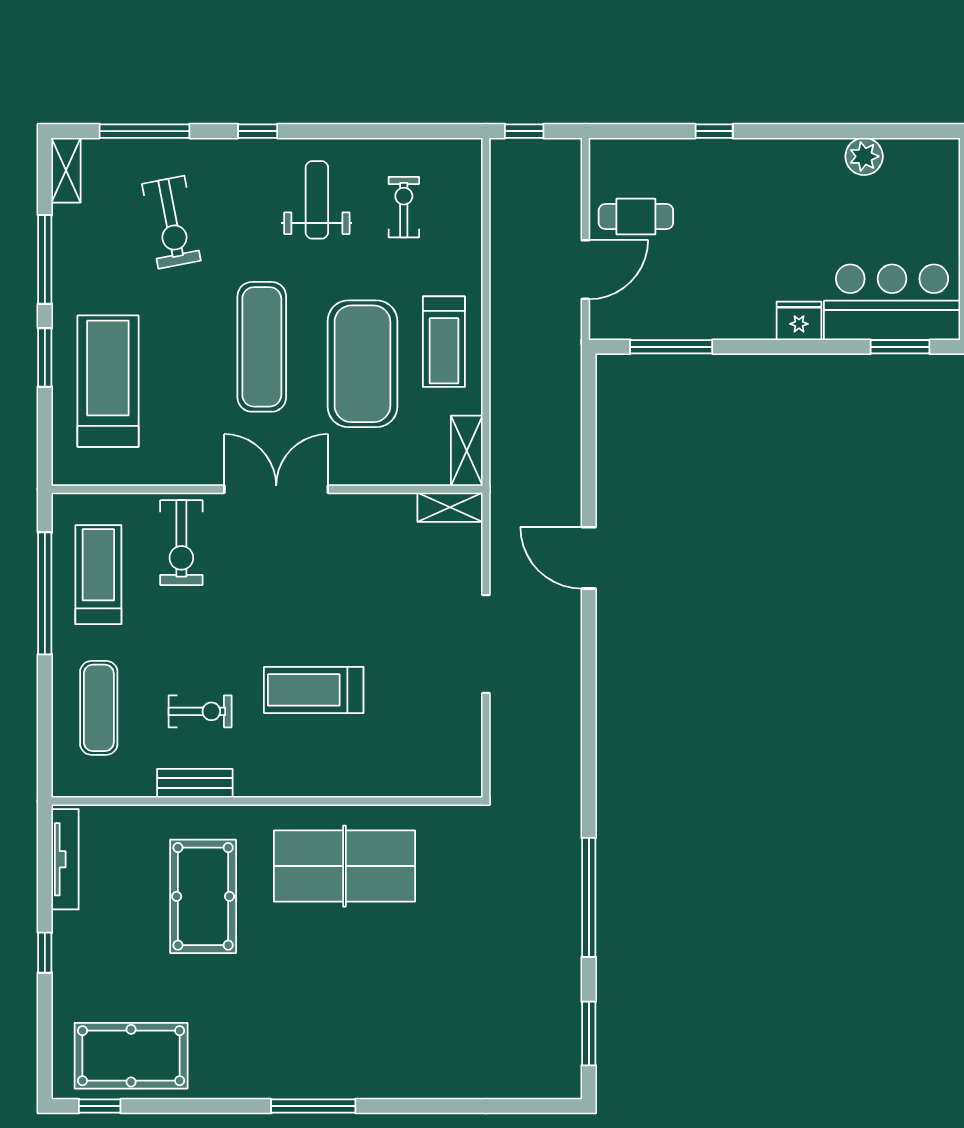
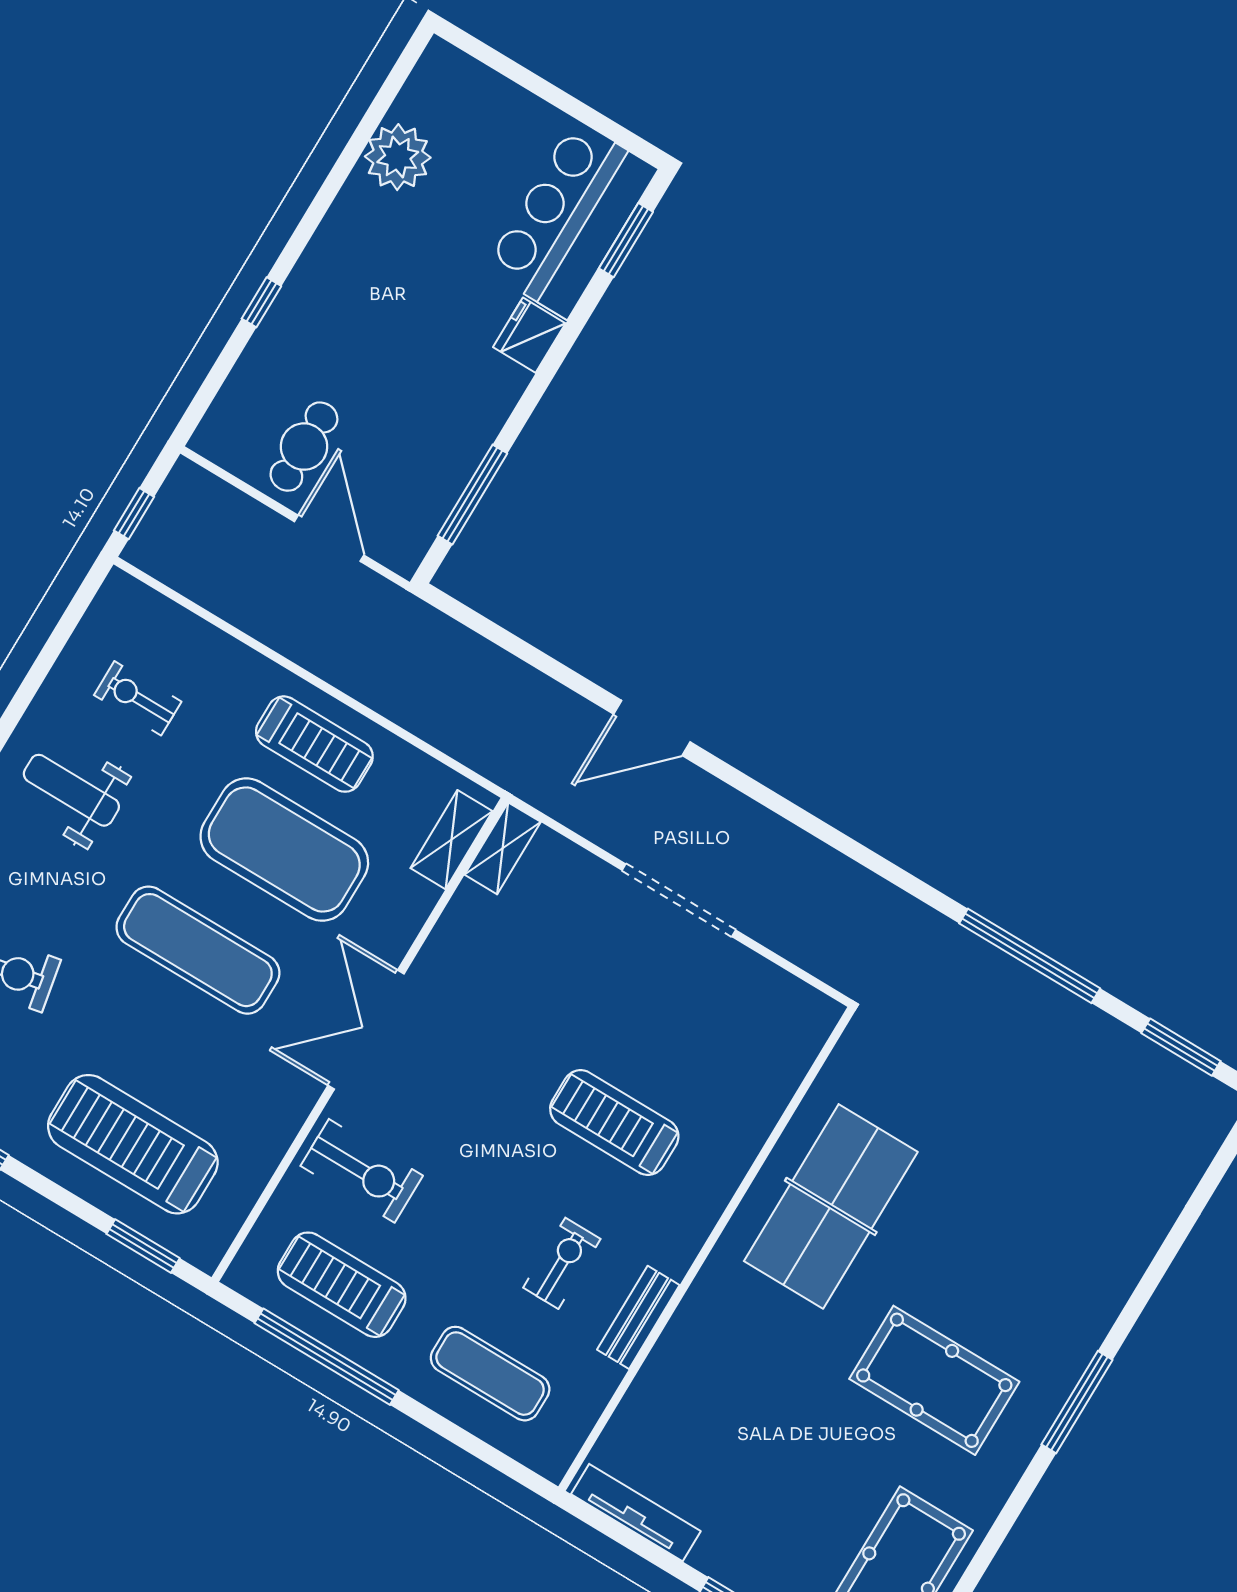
plant: (864, 156) -> (398, 157), width x1.36, depth x1.36
window: (45, 357) -> (143, 1246), moved
shelving: (467, 451) -> (451, 840), moved, turned 90
treadmill: (314, 690) -> (614, 1123), turned 90
pool table: (203, 896) -> (934, 1380), moved

